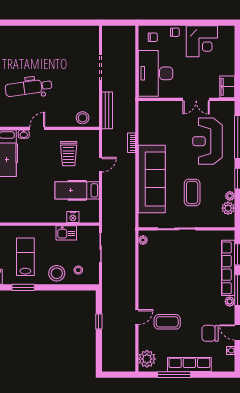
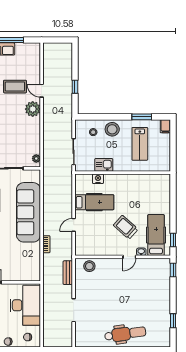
dental chair: (29, 88) -> (125, 334), moved
bench: (107, 110) -> (68, 273), width x0.73
trolley: (69, 154) -> (126, 227), moved, turned -48
door: (137, 317) -> (42, 91), hinge flipped
plant: (147, 359) -> (33, 109), moved

